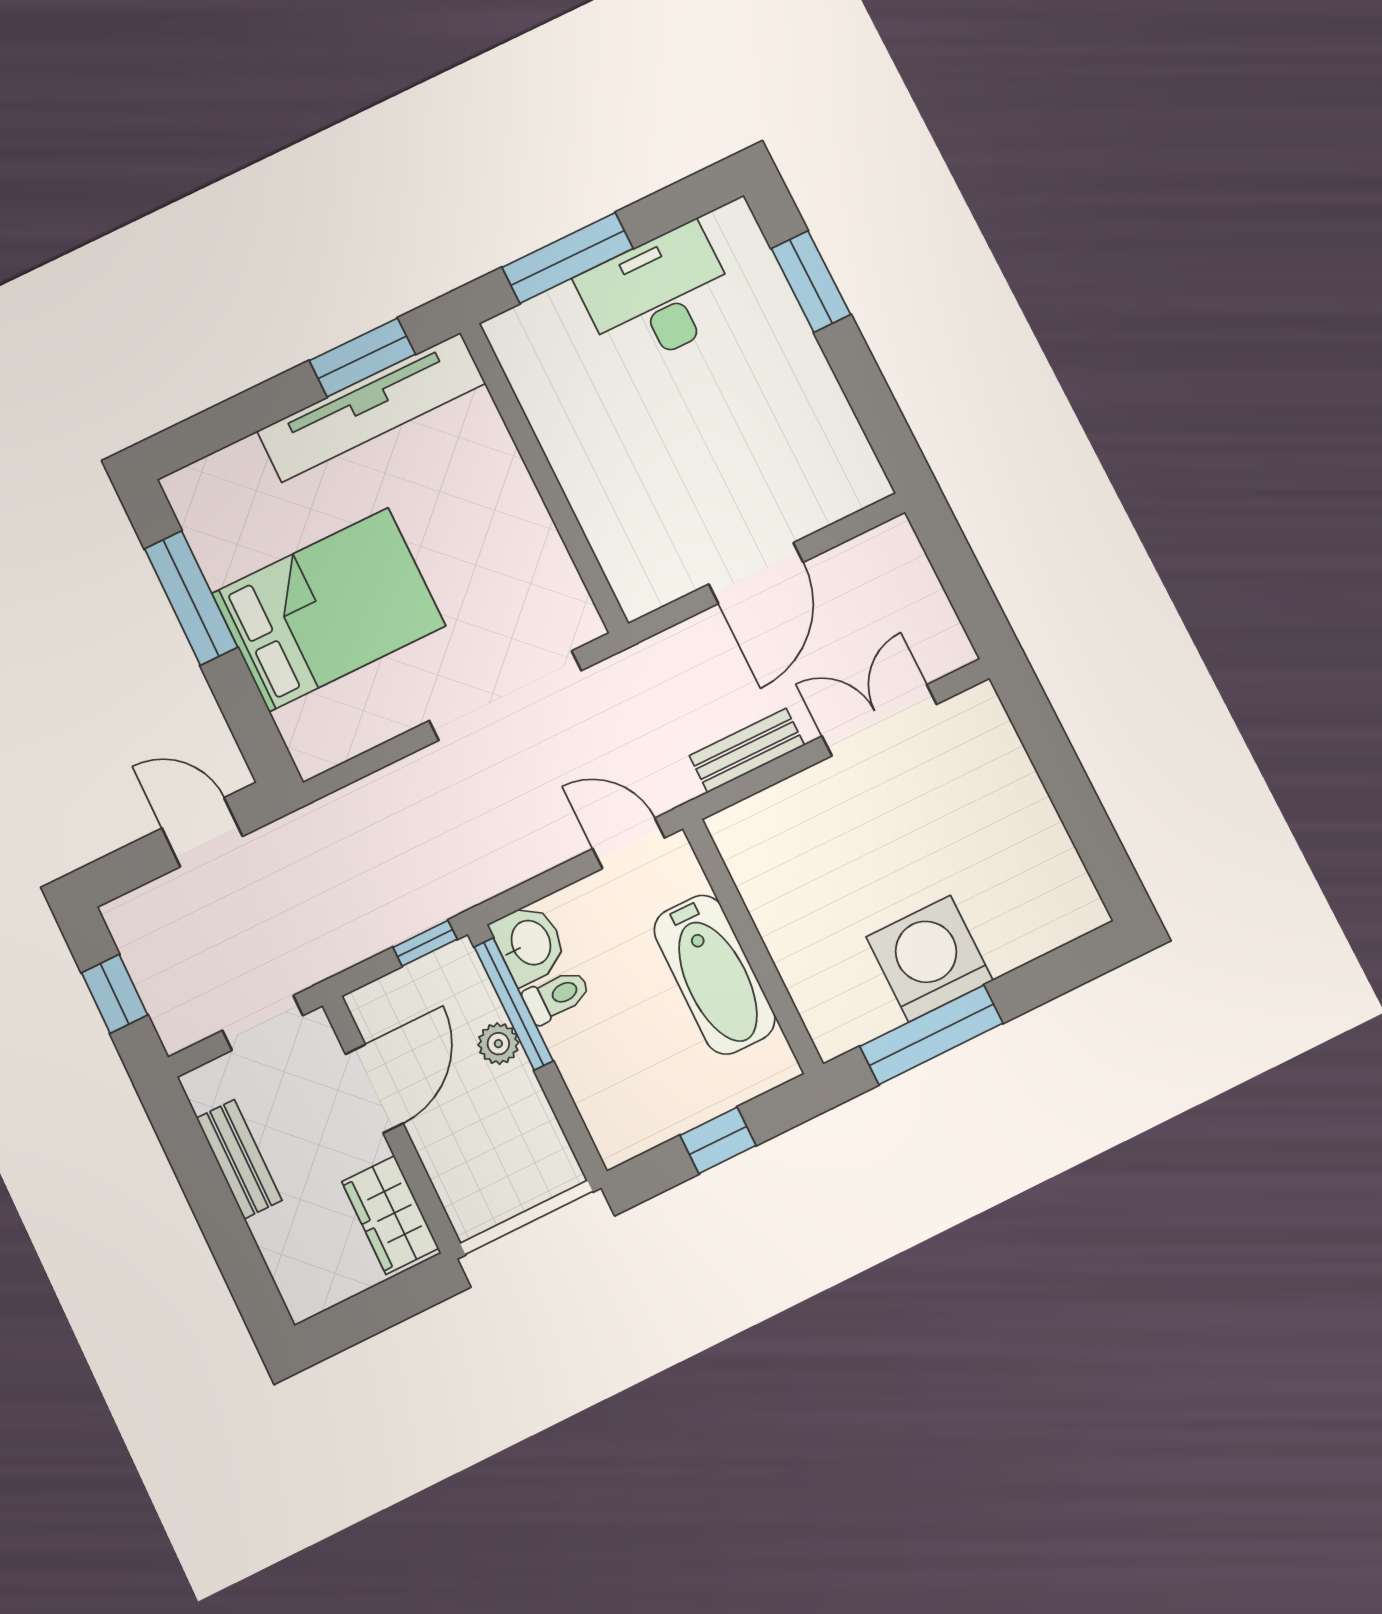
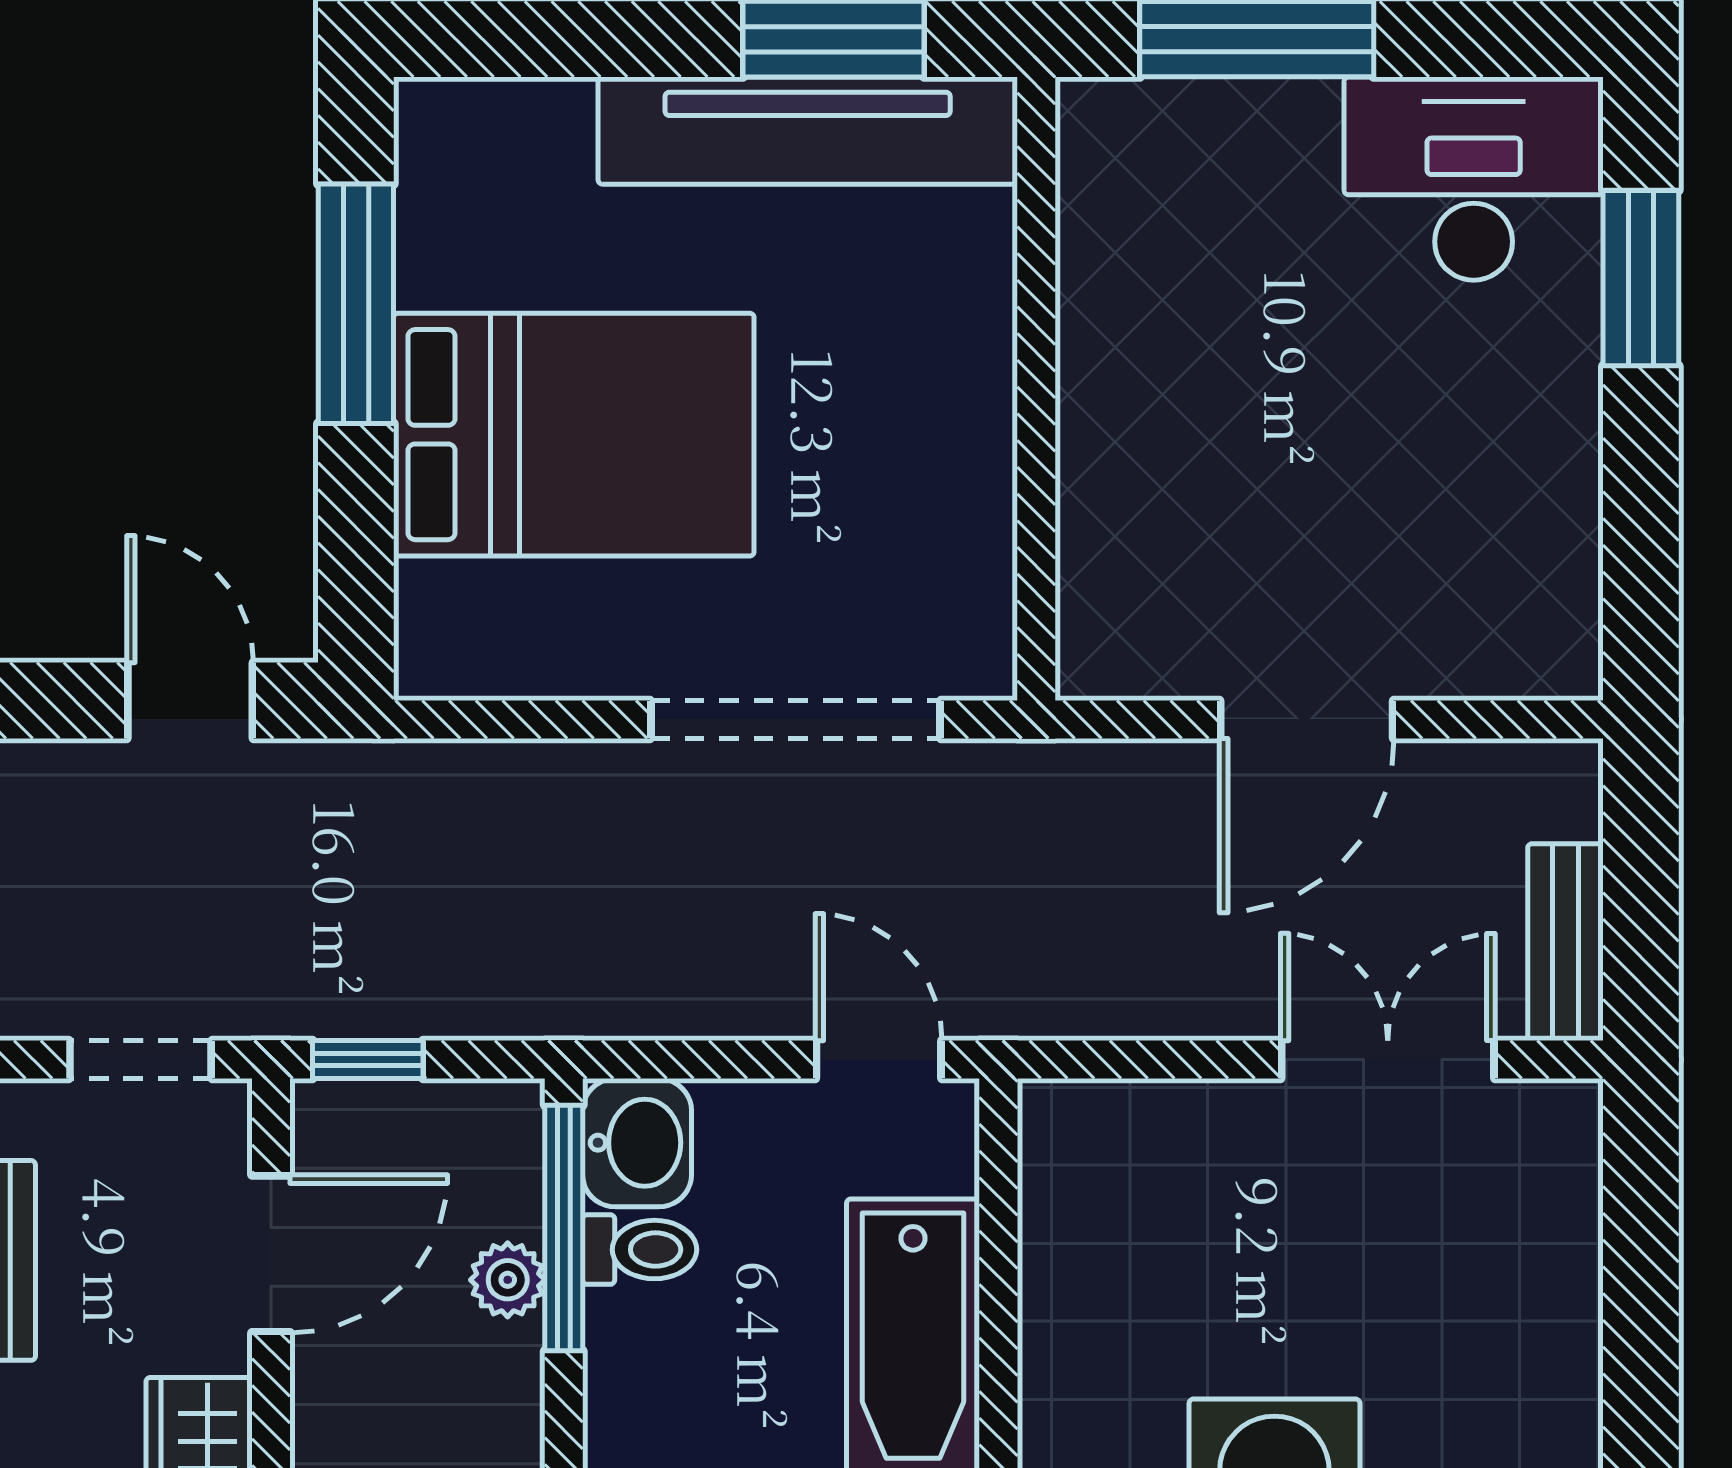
desk: (658, 296) -> (1474, 179), moved
bench: (747, 750) -> (1565, 942), moved, turned 90
window: (425, 943) -> (368, 1060), moved

